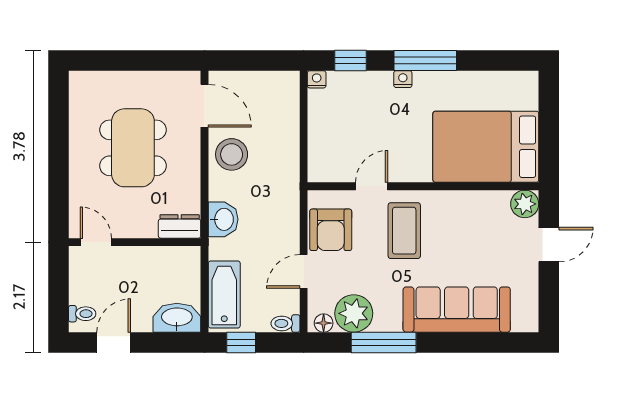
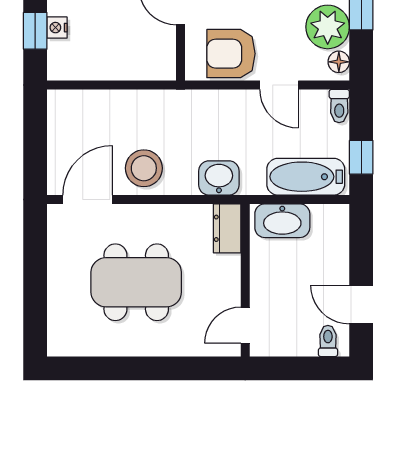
nightstand: (317, 79) -> (57, 28), moved
armchair: (331, 230) -> (231, 54), turned 180
washbasin: (177, 318) -> (282, 221), moved, turned -90

